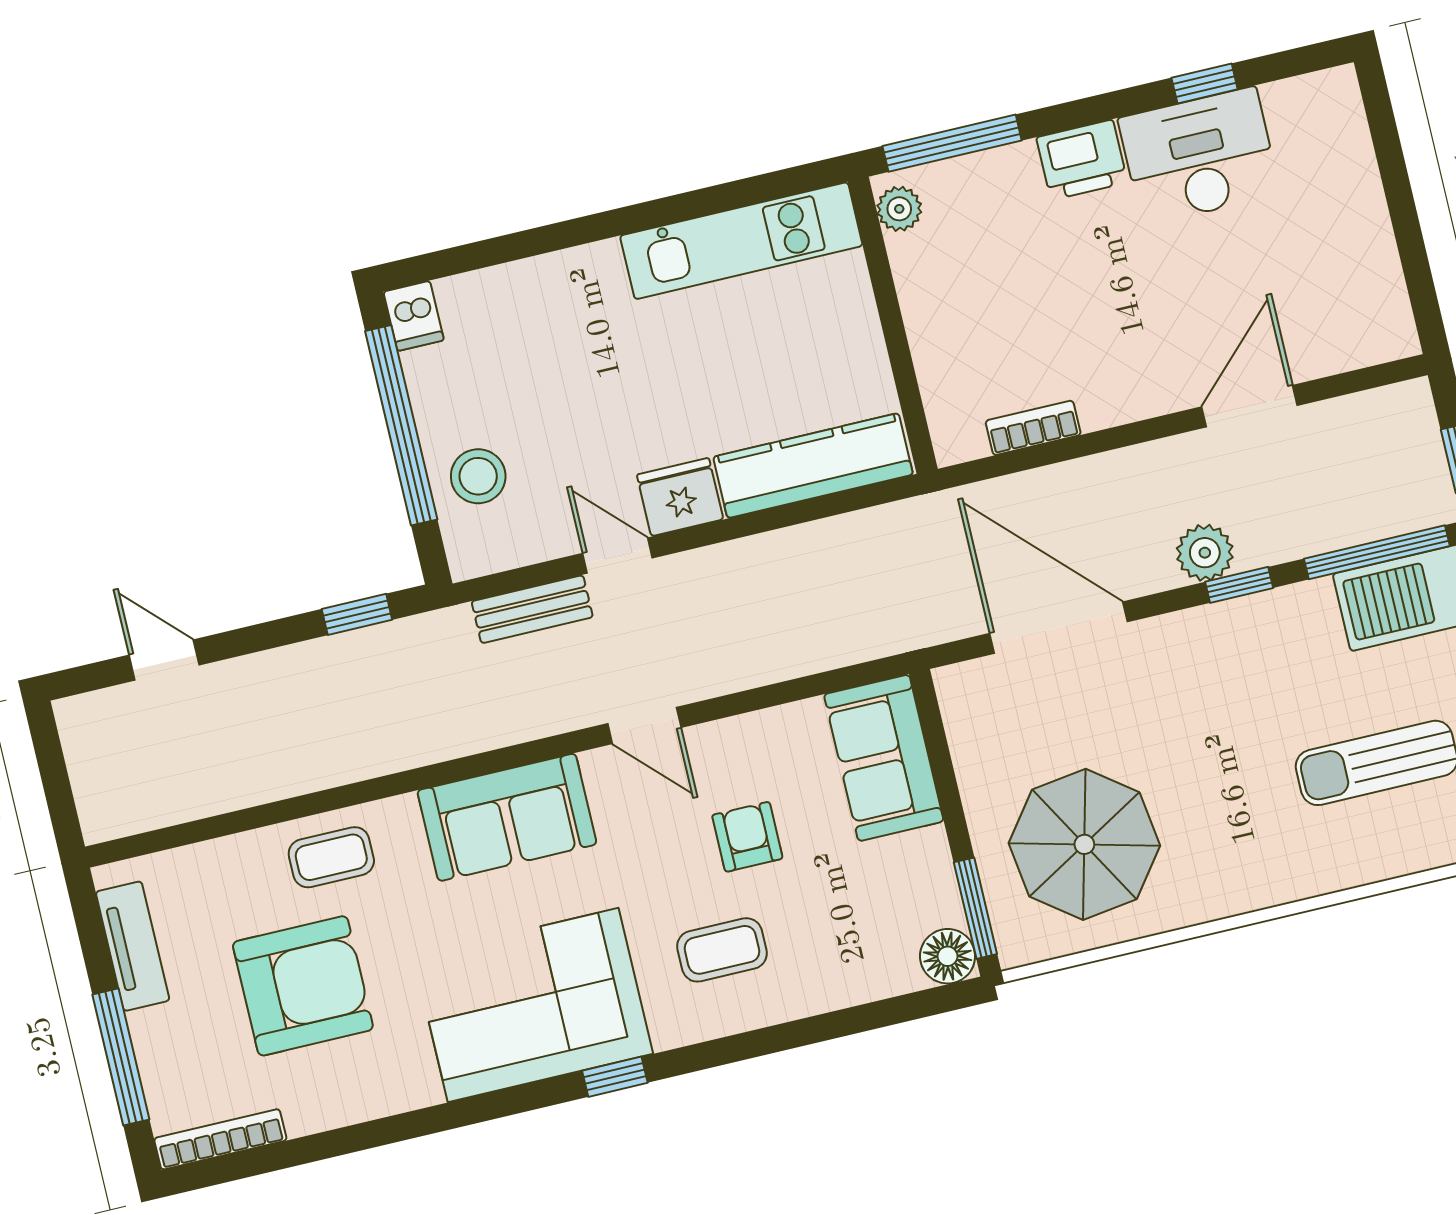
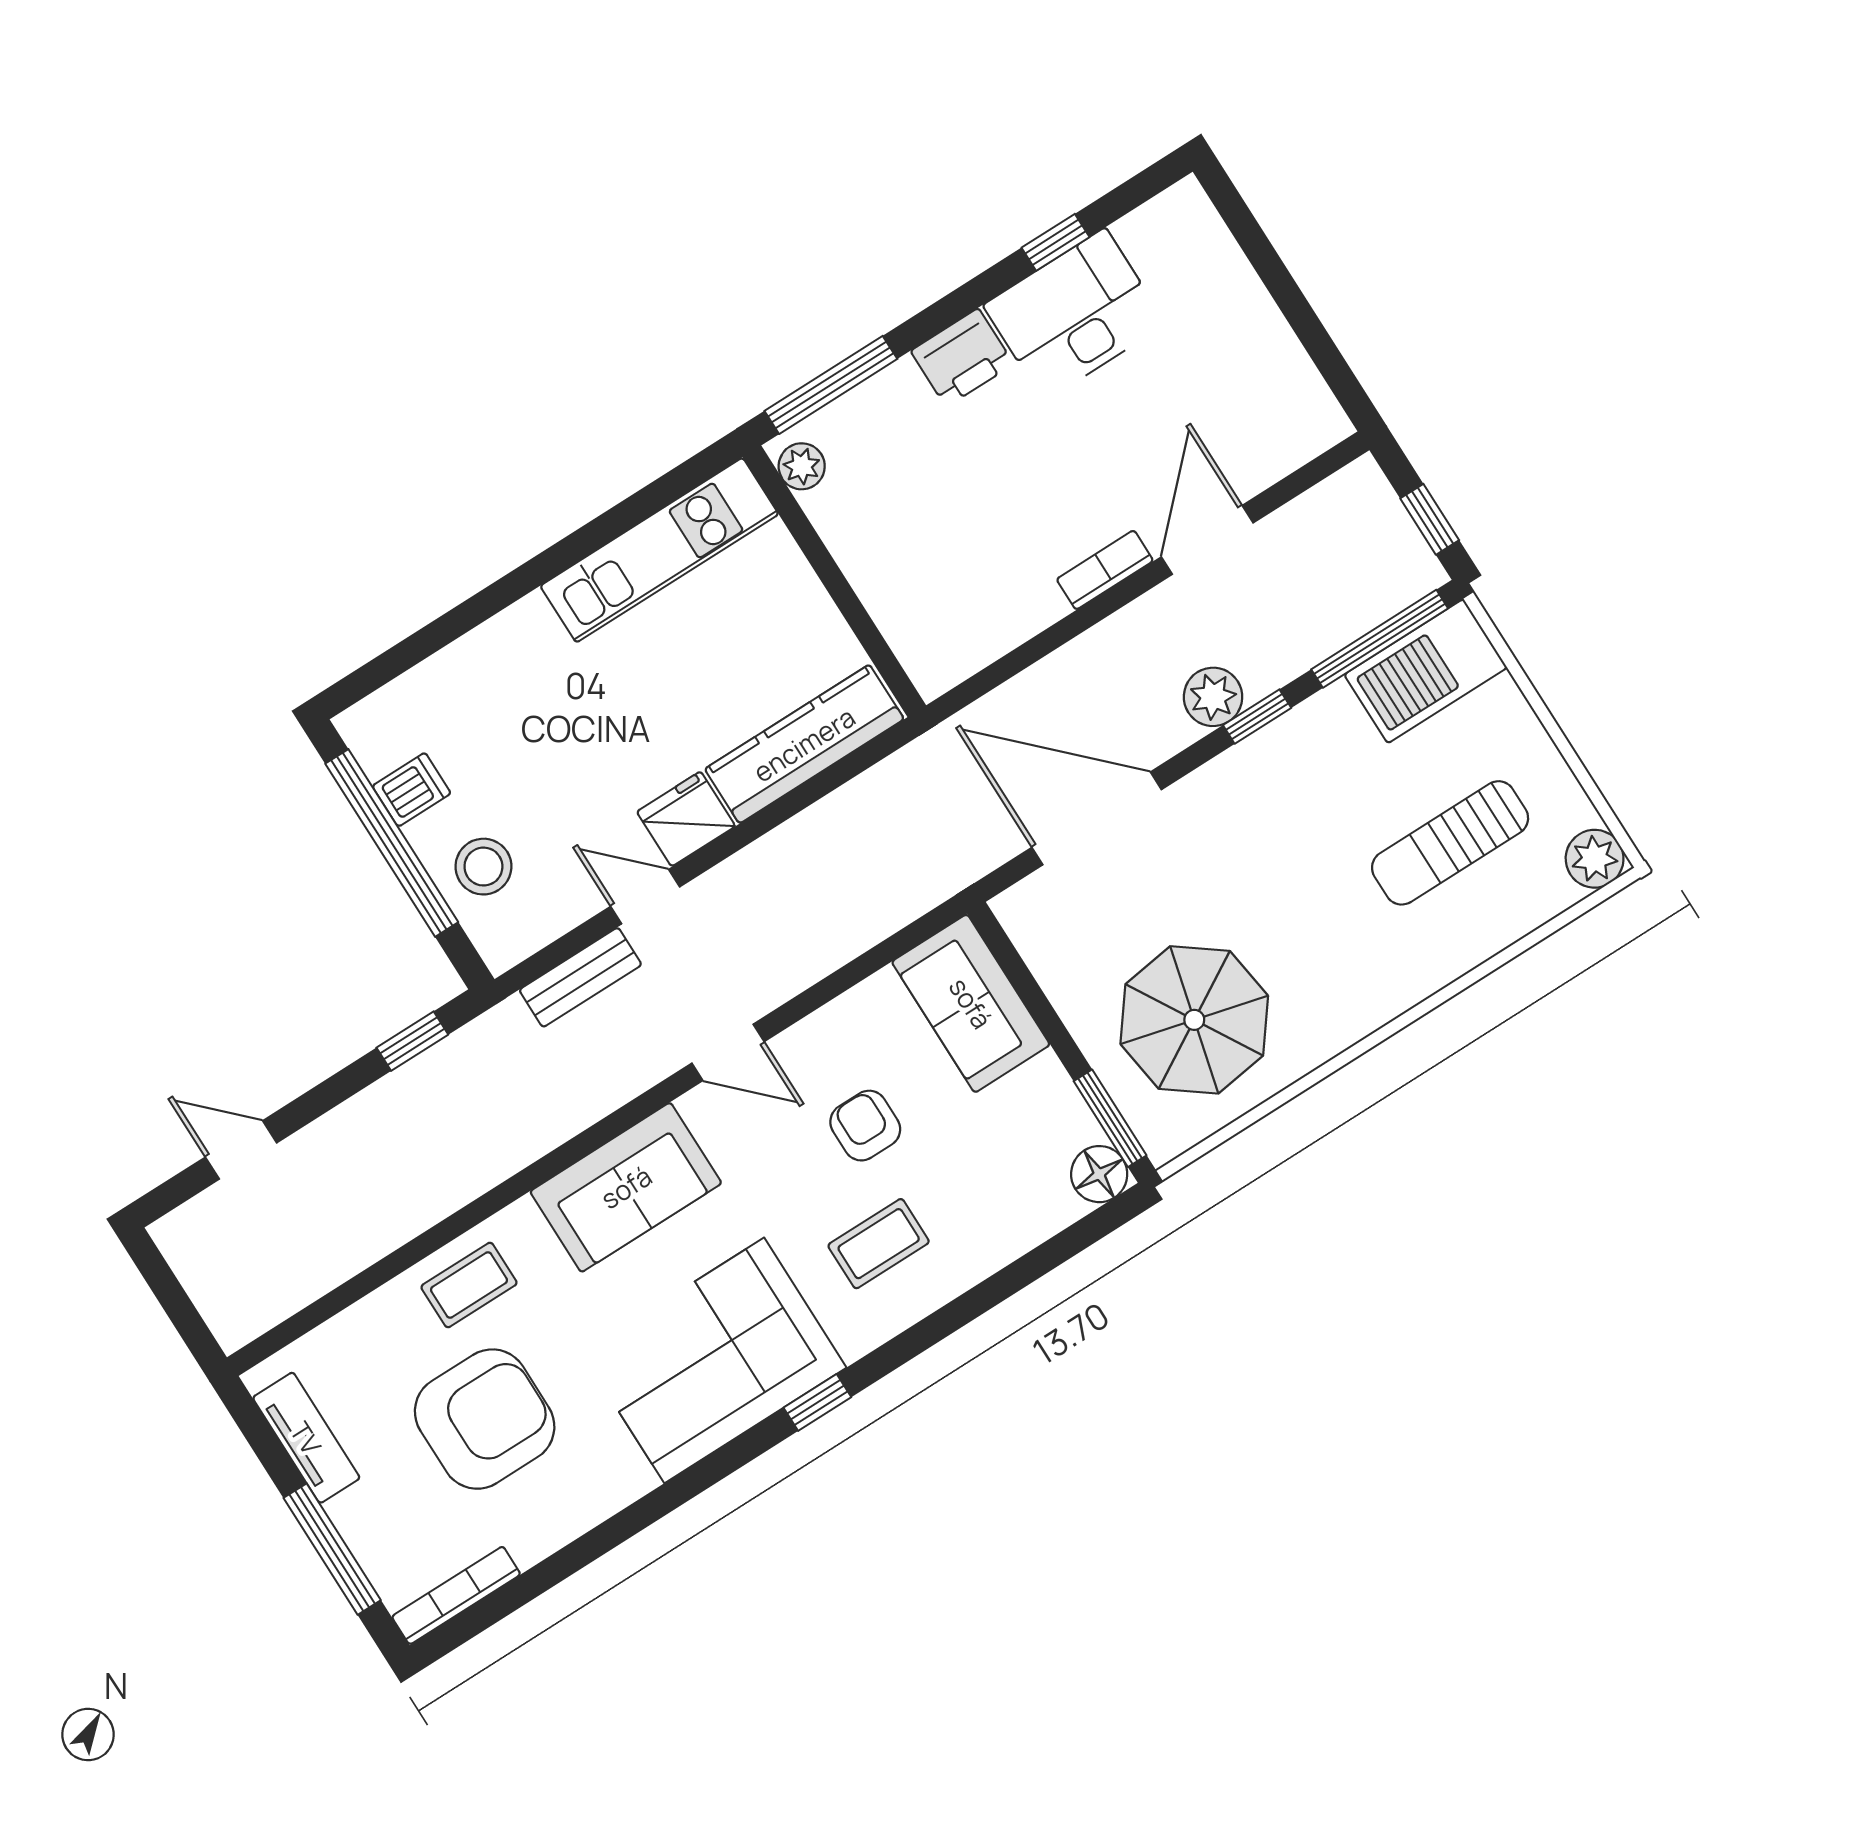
dishwasher: (414, 316) -> (412, 790), moved, turned -90
bookcase: (1033, 428) -> (1105, 570), moved

